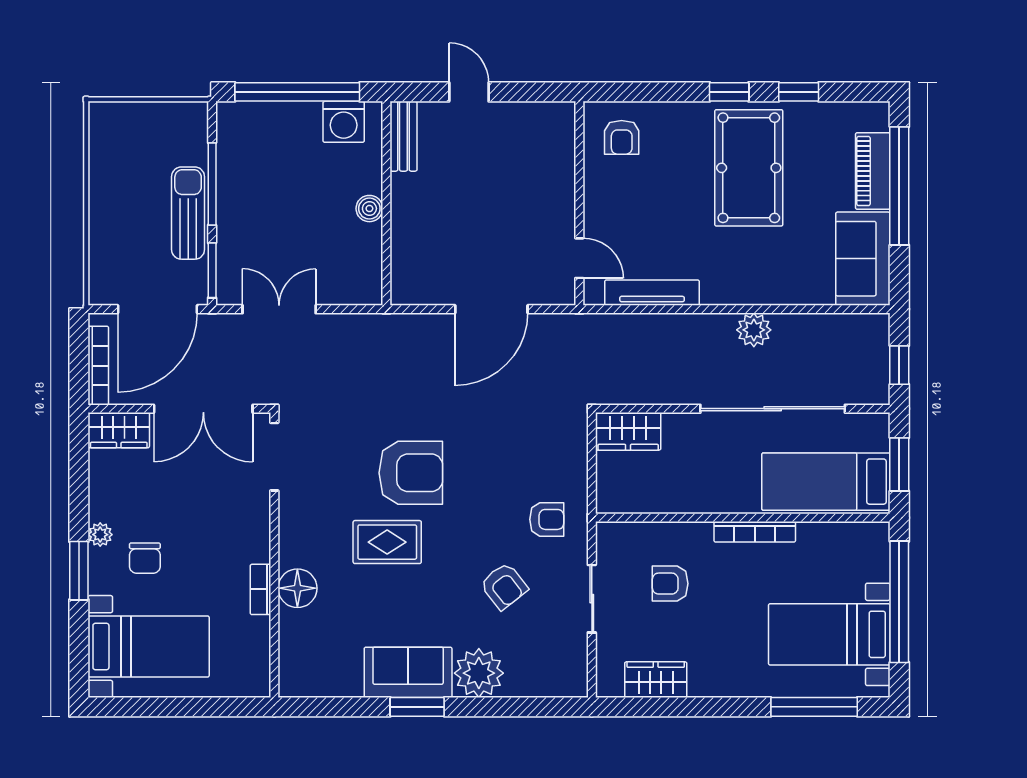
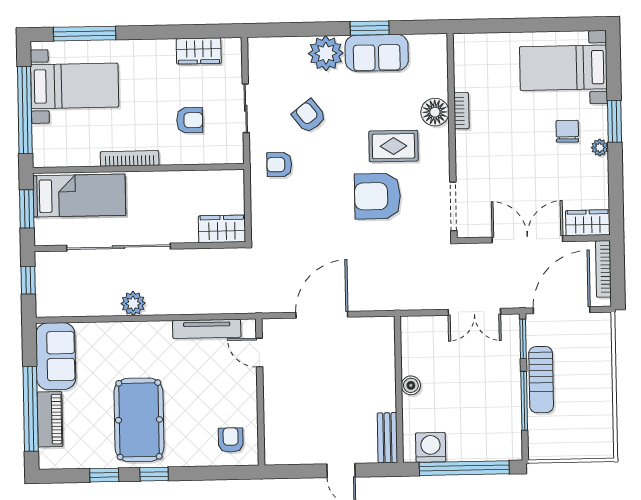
doorway: (274, 457) -> (453, 206), moved
wall: (274, 555) -> (452, 136), moved
floor lamp: (297, 588) -> (435, 112), moved
bookcase: (260, 589) -> (461, 111), moved

